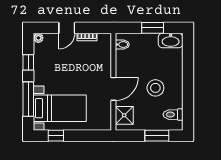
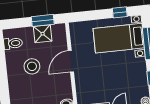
shower: (124, 115) -> (43, 34), moved
window: (157, 136) -> (43, 20), moved

